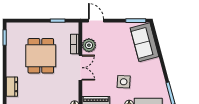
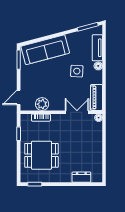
sofa: (145, 42) -> (45, 50), width x1.36
dining table: (41, 56) -> (41, 155), moved
double door: (80, 68) -> (77, 112), moved

